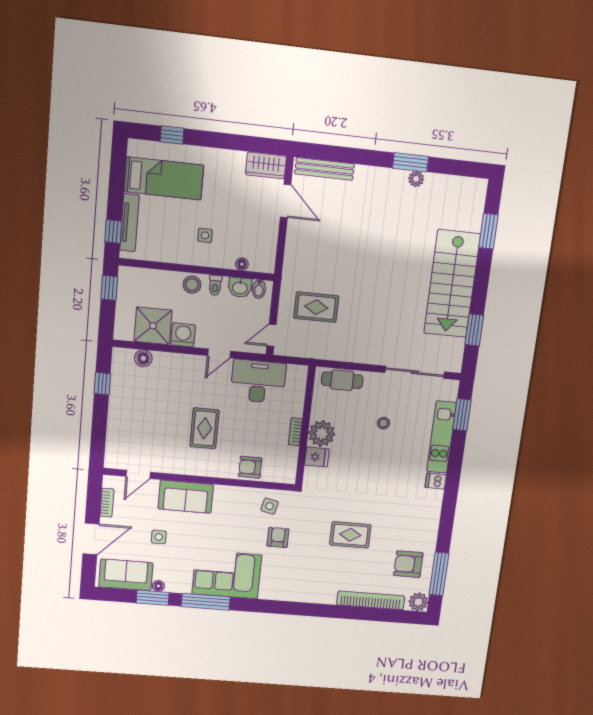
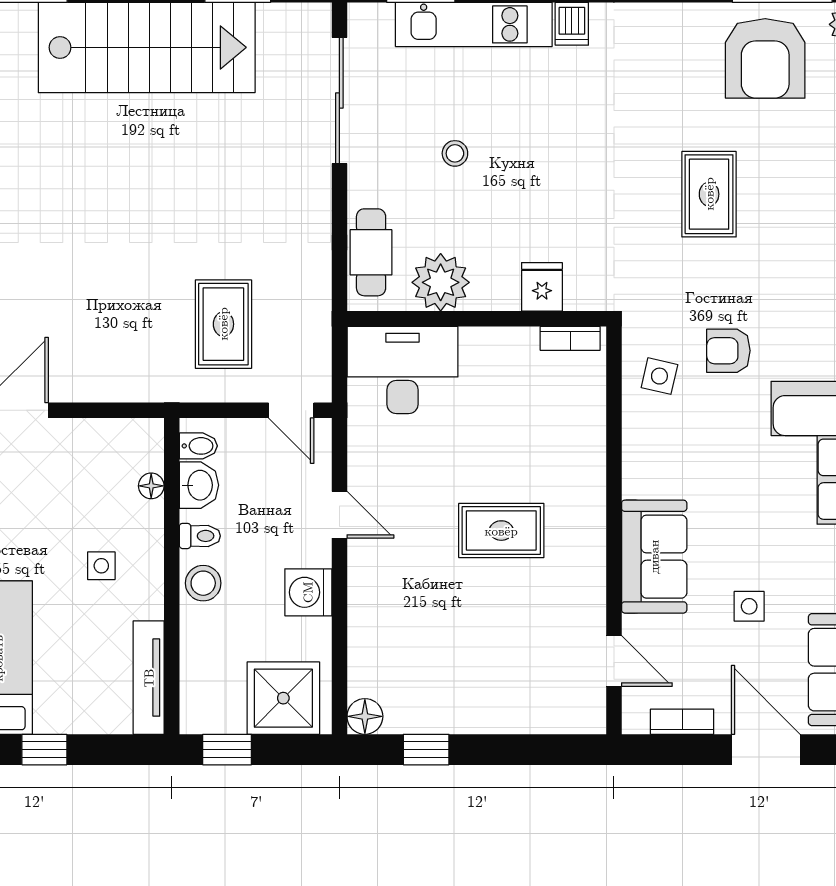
tv unit: (129, 223) -> (149, 678), moved, turned -90
window: (113, 232) -> (44, 750), moved
shower: (153, 326) -> (283, 698), moved
floor lamp: (143, 358) -> (365, 716), moved
desk: (258, 381) -> (402, 370), moved, turned 90
bookcase: (295, 432) -> (570, 338), moved
plant: (322, 433) -> (441, 282), moved
armchair: (250, 467) -> (577, 426), removed
armchair: (408, 564) -> (765, 58), width x1.36, depth x1.36

